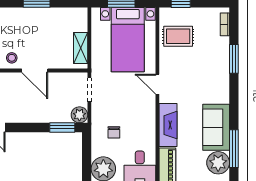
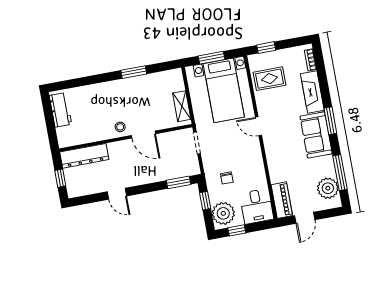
window: (234, 59) -> (330, 121), moved
plant: (79, 115) -> (192, 168), removed
fireplace: (168, 125) -> (312, 92), moved, turned 180
sofa: (216, 127) -> (316, 135), moved
window: (87, 152) -> (205, 201), added

